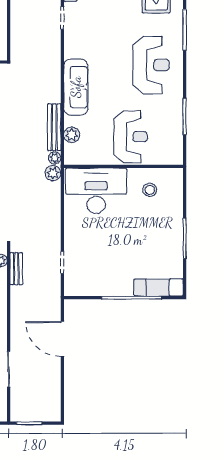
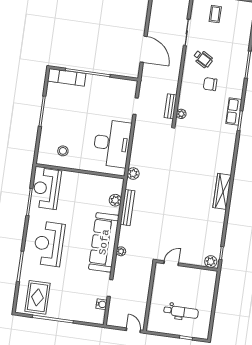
sofa: (76, 87) -> (104, 242), width x1.36, depth x1.27
reception desk: (131, 137) -> (47, 189), moved
plant: (55, 158) -> (121, 251), moved
desk: (96, 191) -> (112, 143), moved, turned -90

